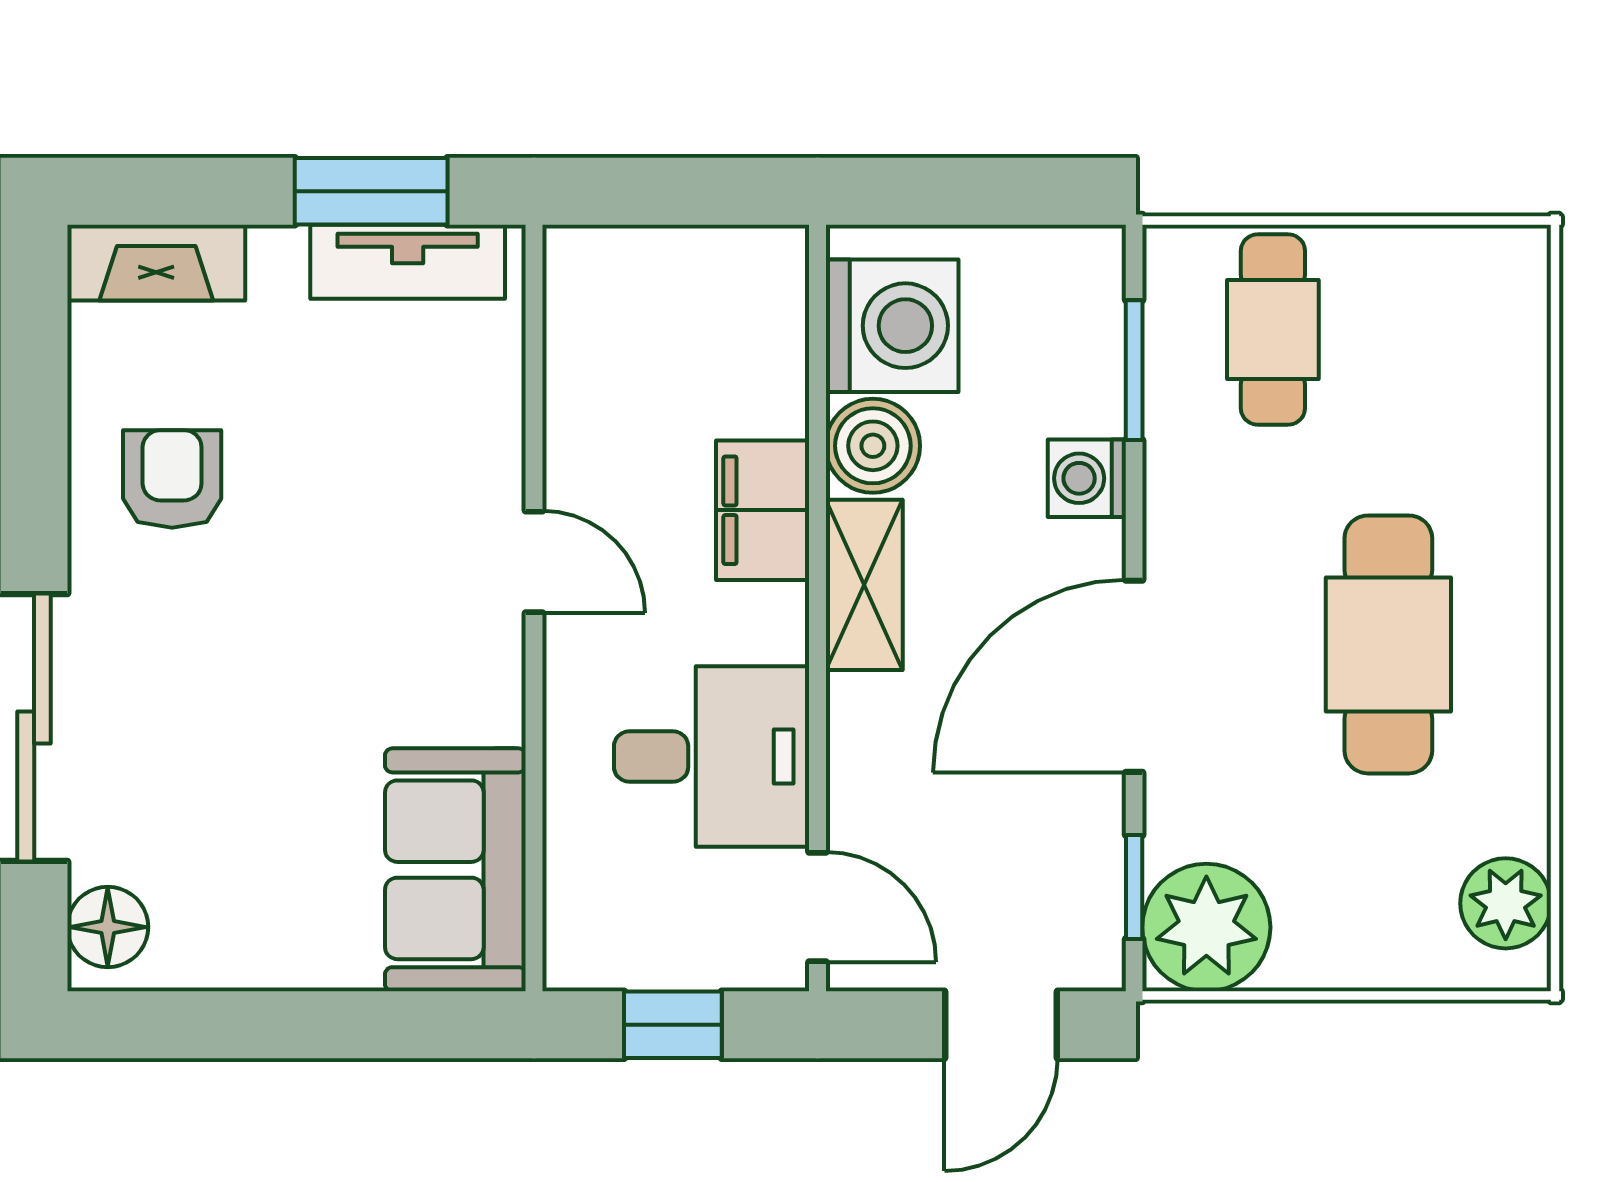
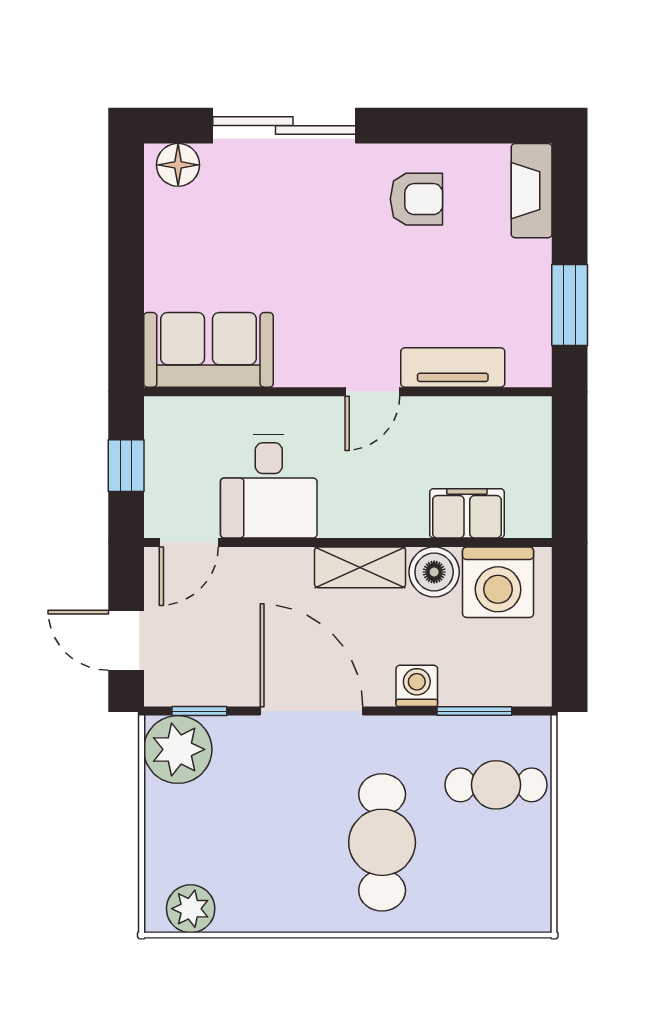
tv unit: (408, 262) -> (453, 368), moved, turned 90
filing cabinet: (763, 510) -> (467, 513), moved
cafe table: (1388, 644) -> (382, 842), moved, turned 90

